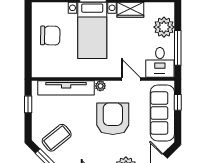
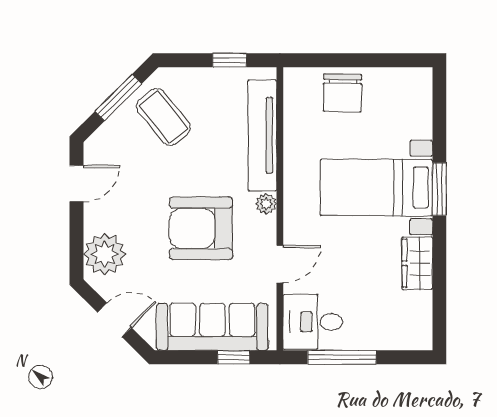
plant: (164, 27) -> (383, 330), removed
chair: (50, 36) -> (342, 93), moved
armchair: (113, 119) -> (201, 228), turned 180

